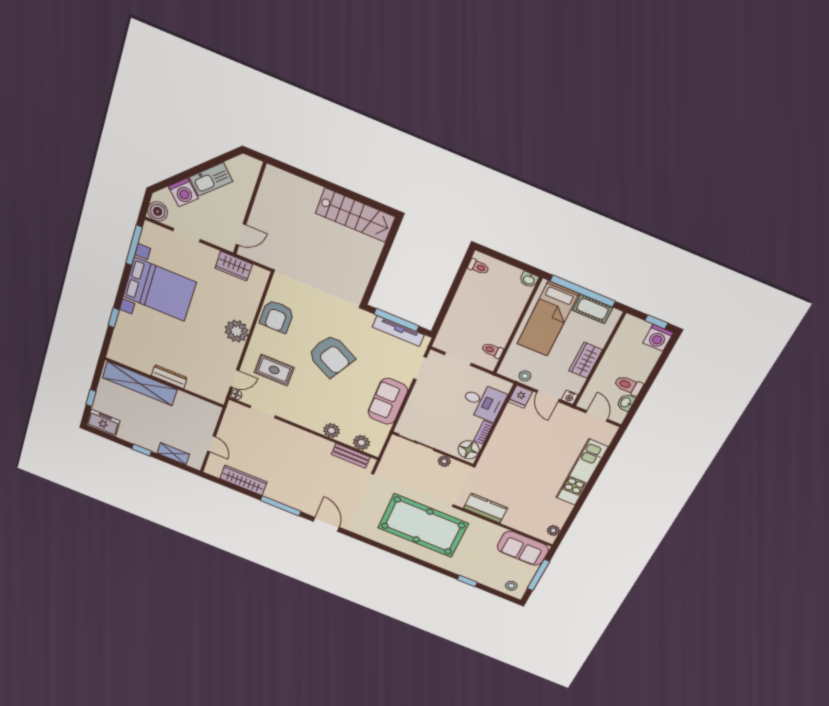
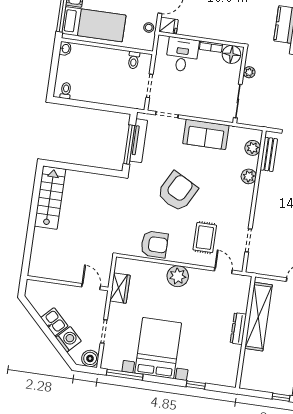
kitchen sink: (211, 179) -> (54, 322), width x0.73
shelving: (140, 384) -> (258, 317), moved
floor lamp: (236, 395) -> (238, 266), removed

